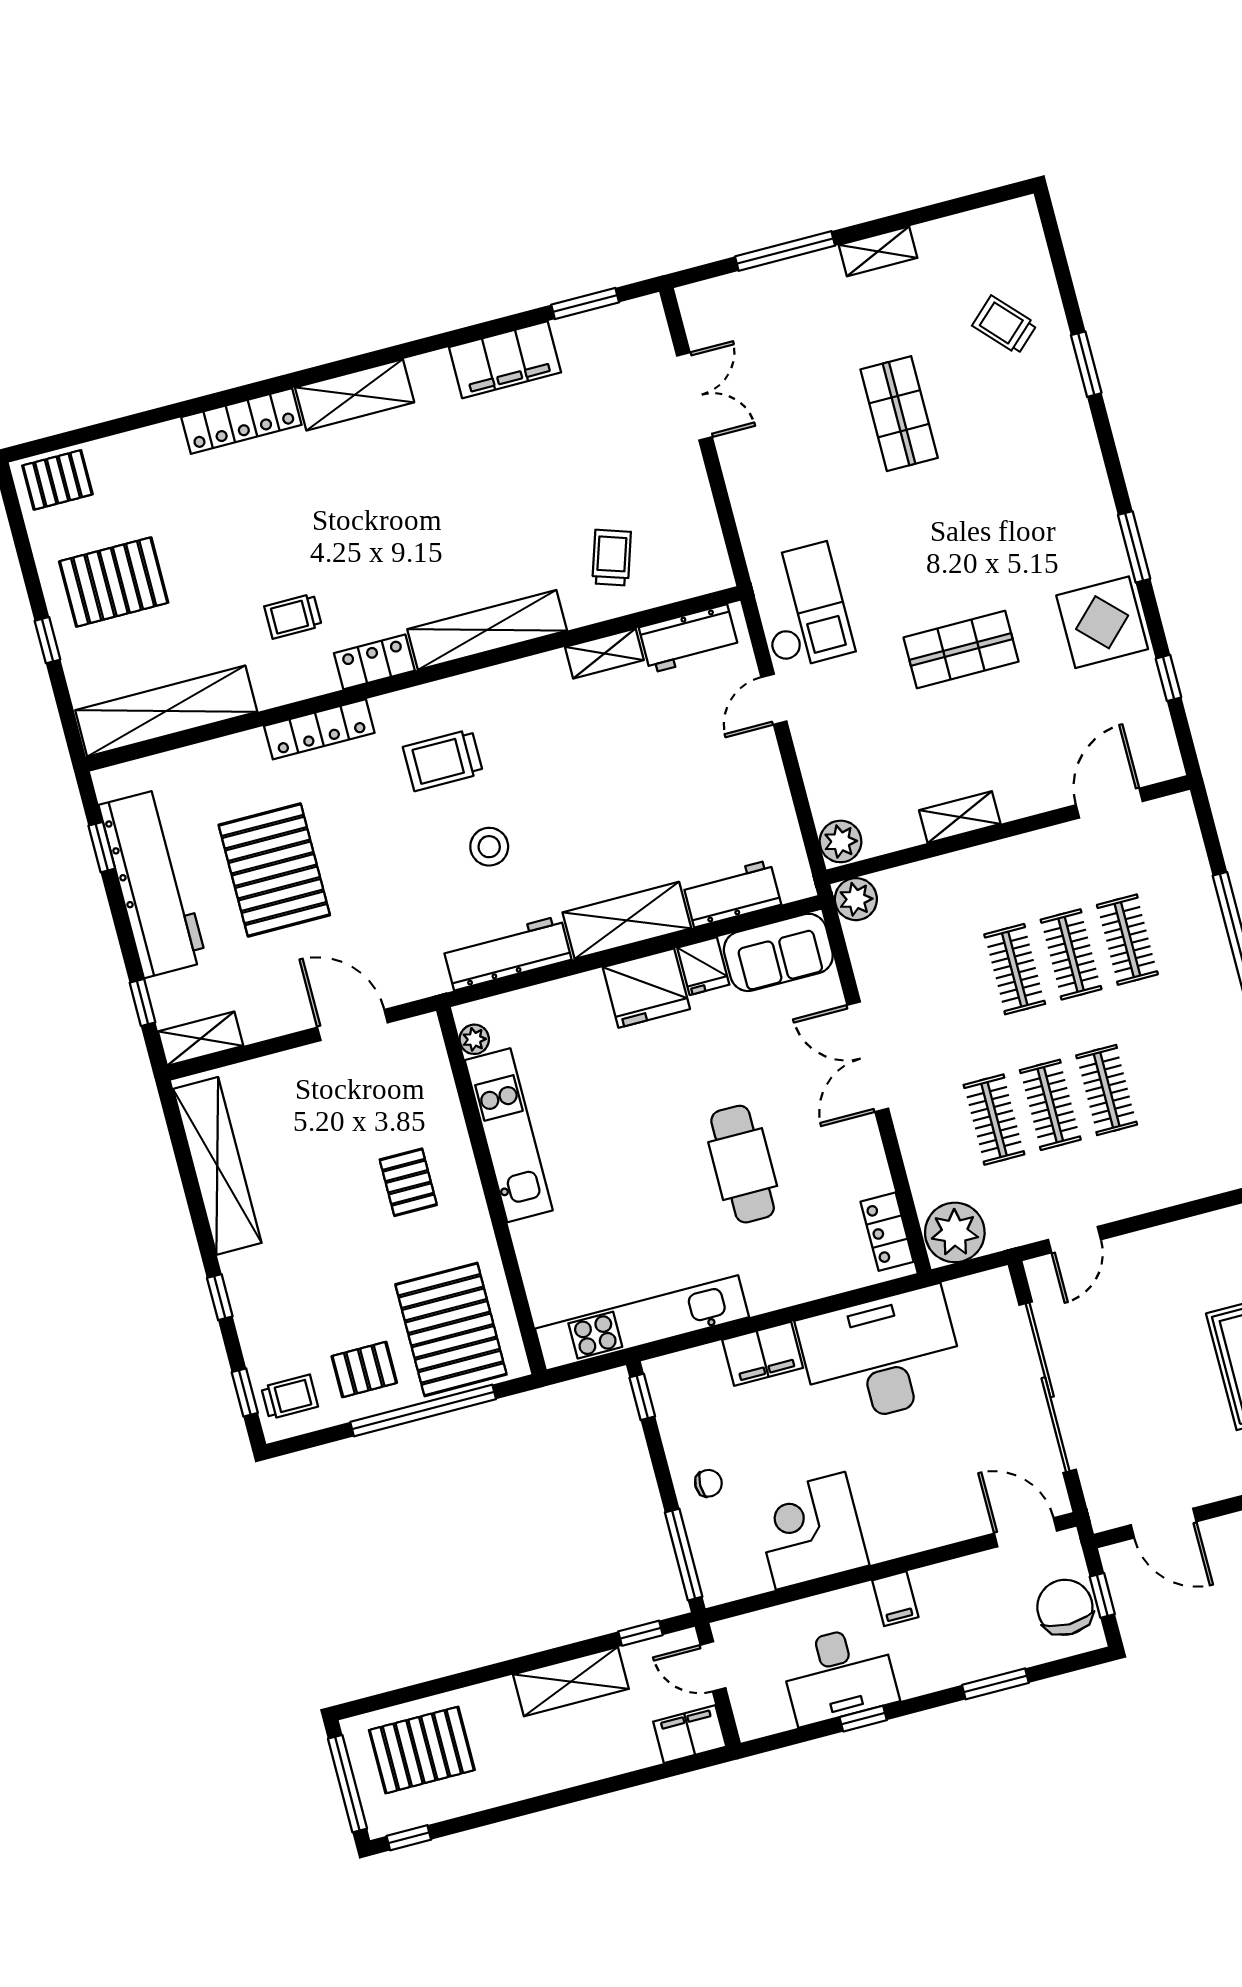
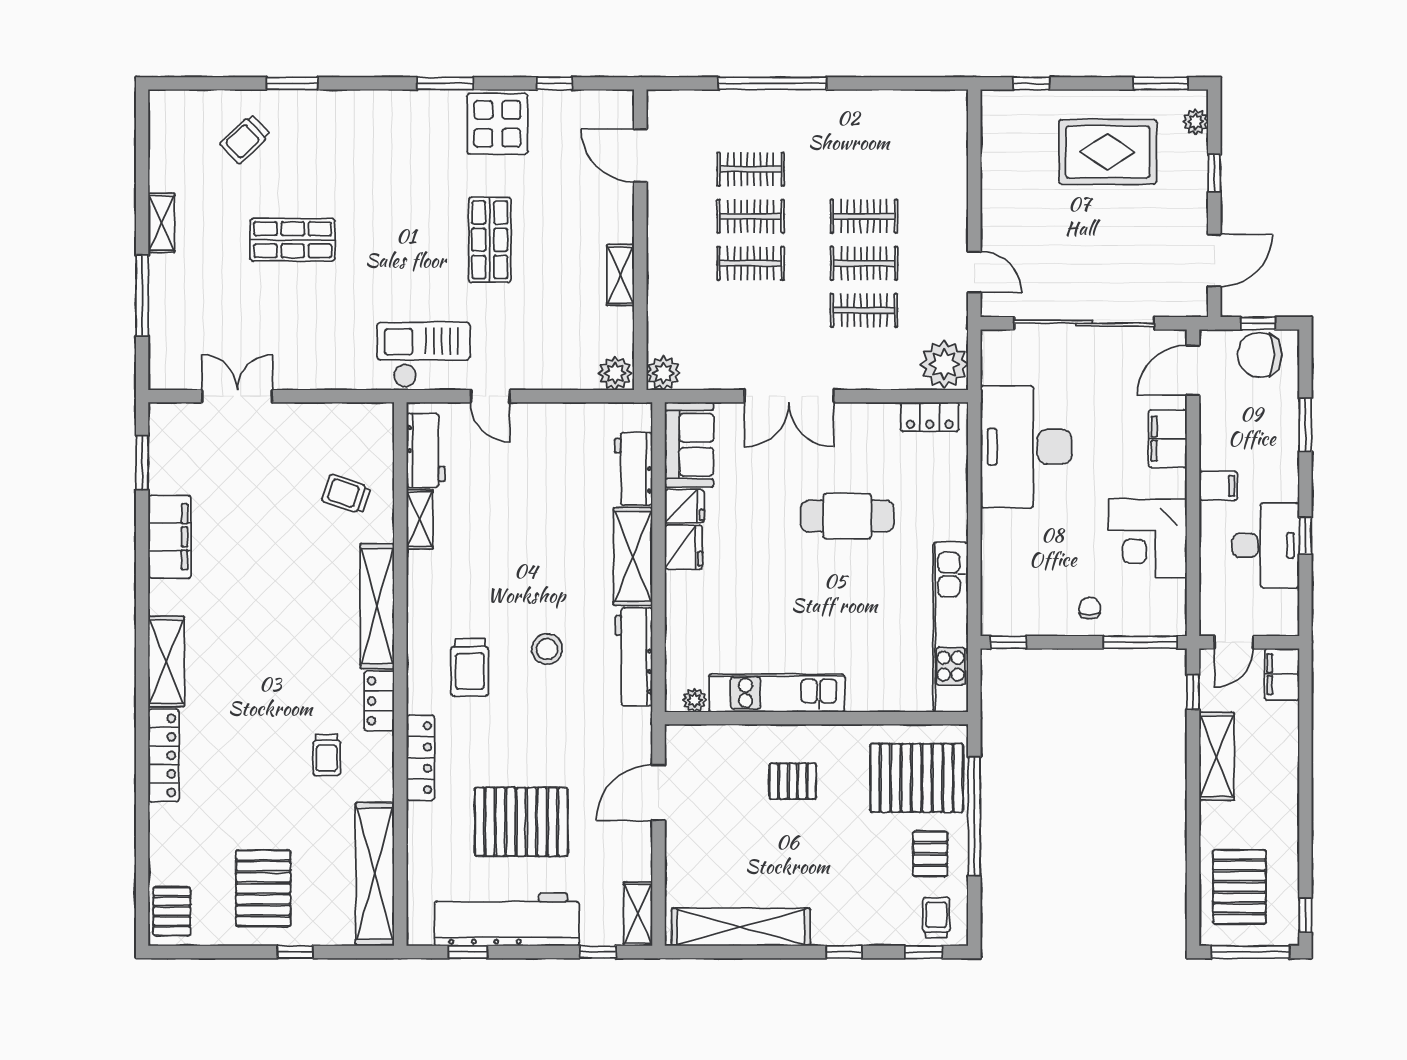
fridge: (646, 988) -> (683, 547), width x0.73, depth x0.75
filing cabinet: (763, 1354) -> (1168, 439), moved, turned 180

